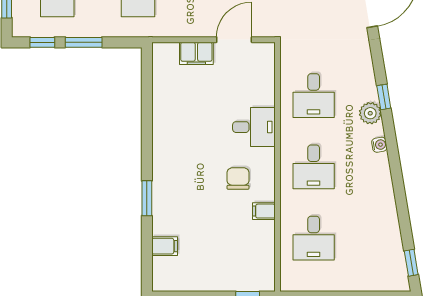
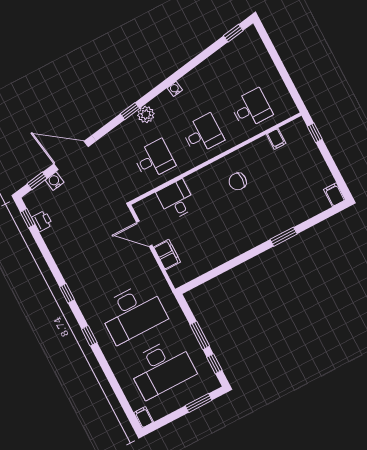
desk: (254, 127) -> (176, 200), moved
water cooler: (379, 145) -> (175, 89), moved
filing cabinet: (264, 211) -> (276, 139), moved
filing cabinet: (165, 246) -> (335, 195), moved

